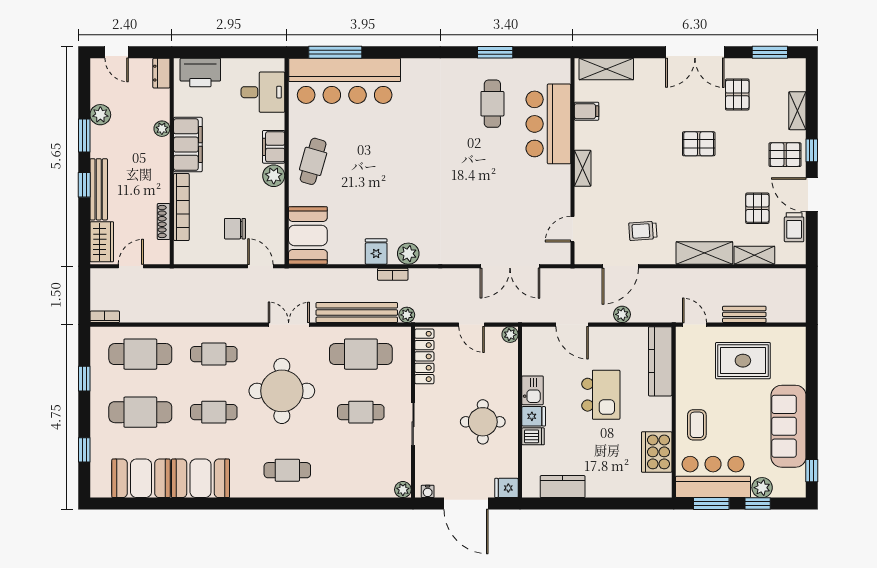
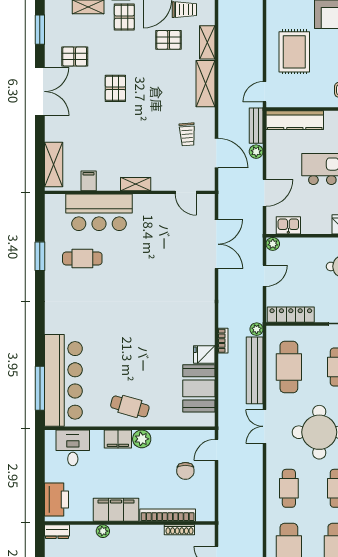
booth: (308, 235) -> (199, 388), moved, turned 90
plant: (408, 254) -> (206, 328), removed
bench: (744, 314) -> (256, 126), moved
kitchen sink: (533, 390) -> (288, 225), moved

